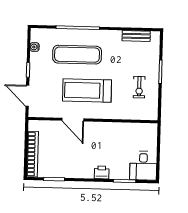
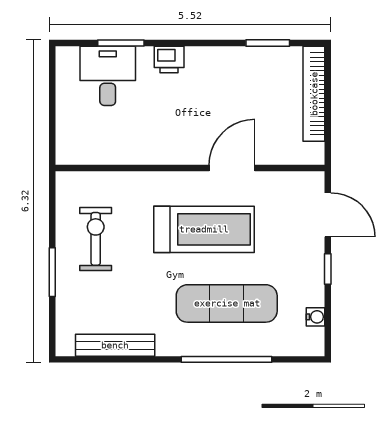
bench: (136, 36) -> (115, 345), width x1.36
exercise bike: (139, 87) -> (96, 239), width x1.38, depth x1.39
door: (73, 120) -> (232, 168), hinge flipped
desk: (143, 166) -> (108, 76), moved

